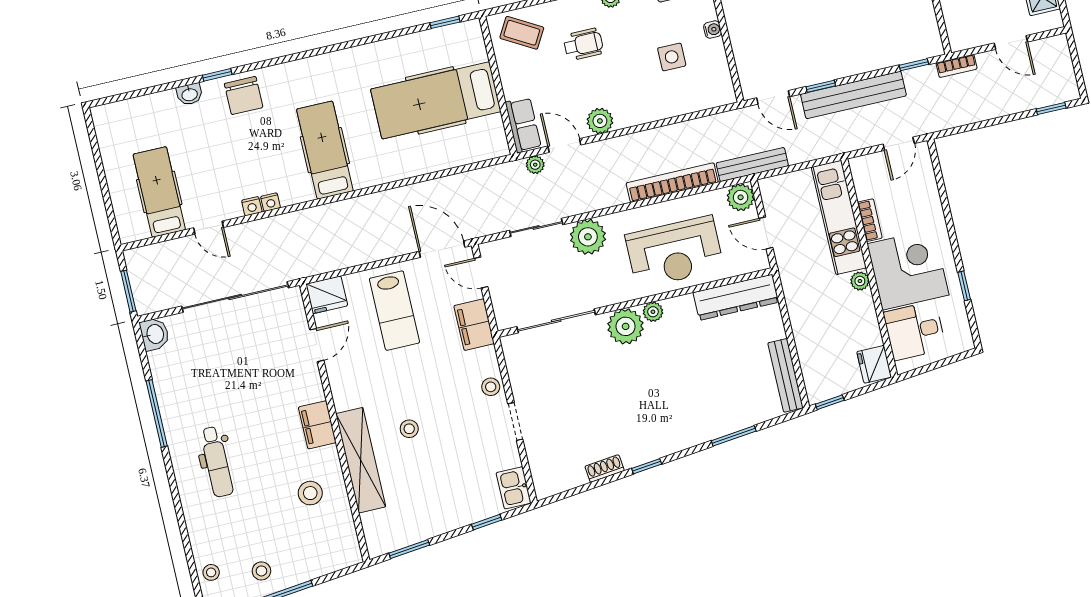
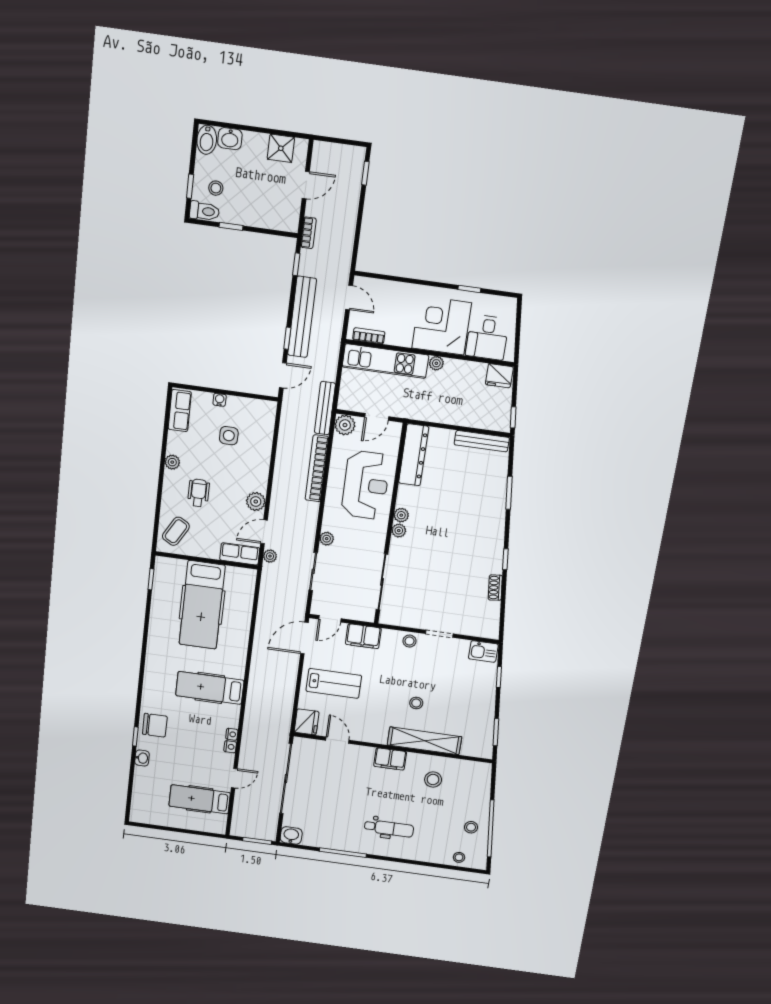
bookcase: (870, 220) -> (369, 336), moved
plant: (588, 237) -> (327, 539), width x0.53, depth x0.53
plant: (626, 326) -> (399, 531), width x0.53, depth x0.53

